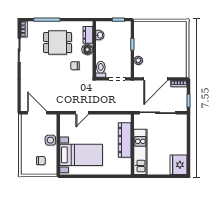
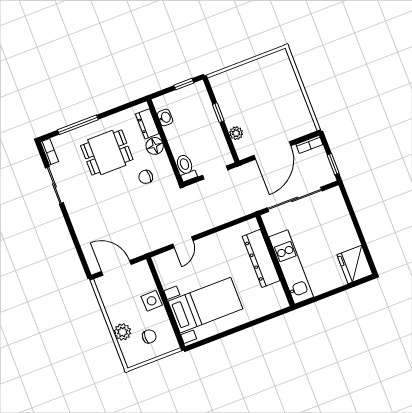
plant: (26, 152) -> (122, 332), added

